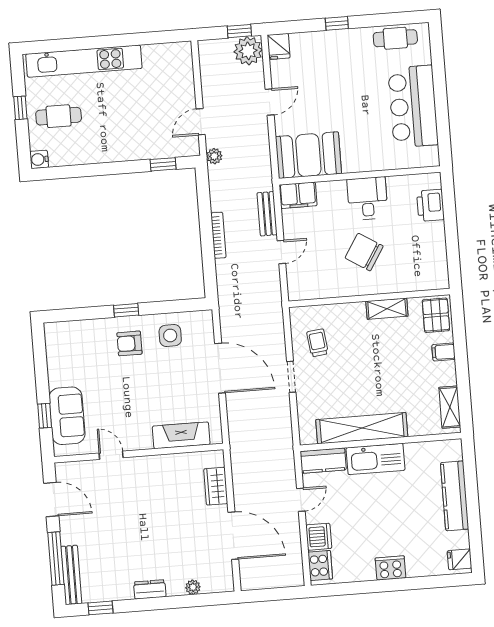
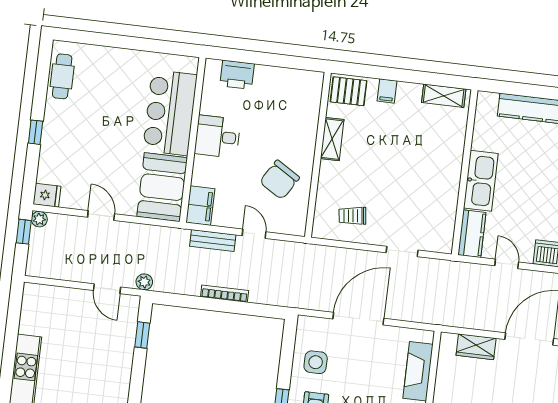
plant: (248, 51) -> (39, 219), width x0.53, depth x0.53
bar counter: (413, 106) -> (170, 113), moved, turned 90
chair: (364, 252) -> (280, 180), moved
doorway: (291, 377) -> (402, 251), moved
shelving: (362, 428) -> (447, 188), removed

